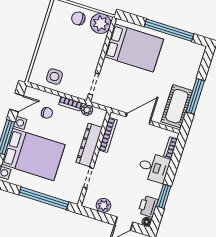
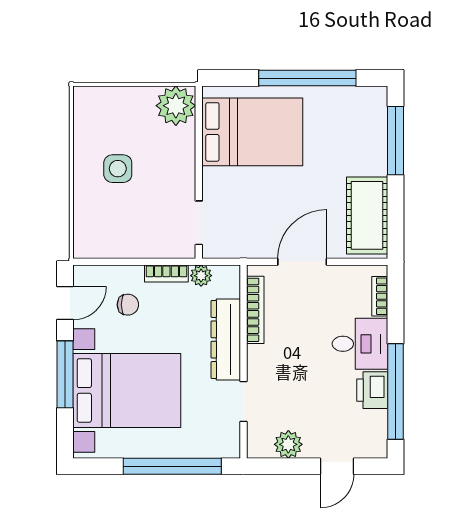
chair: (78, 18) -> (131, 109), removed
side table: (54, 77) -> (118, 169), moved
window: (195, 96) -> (395, 141), moved
window: (164, 196) -> (395, 392), width x2.11
printer: (148, 206) -> (372, 390), moved
floor lamp: (147, 222) -> (379, 449), removed

